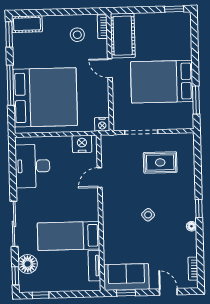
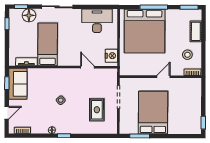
cot: (27, 24) -> (196, 31), moved
cot: (123, 36) -> (186, 86), removed
nightstand: (102, 124) -> (125, 70), removed

